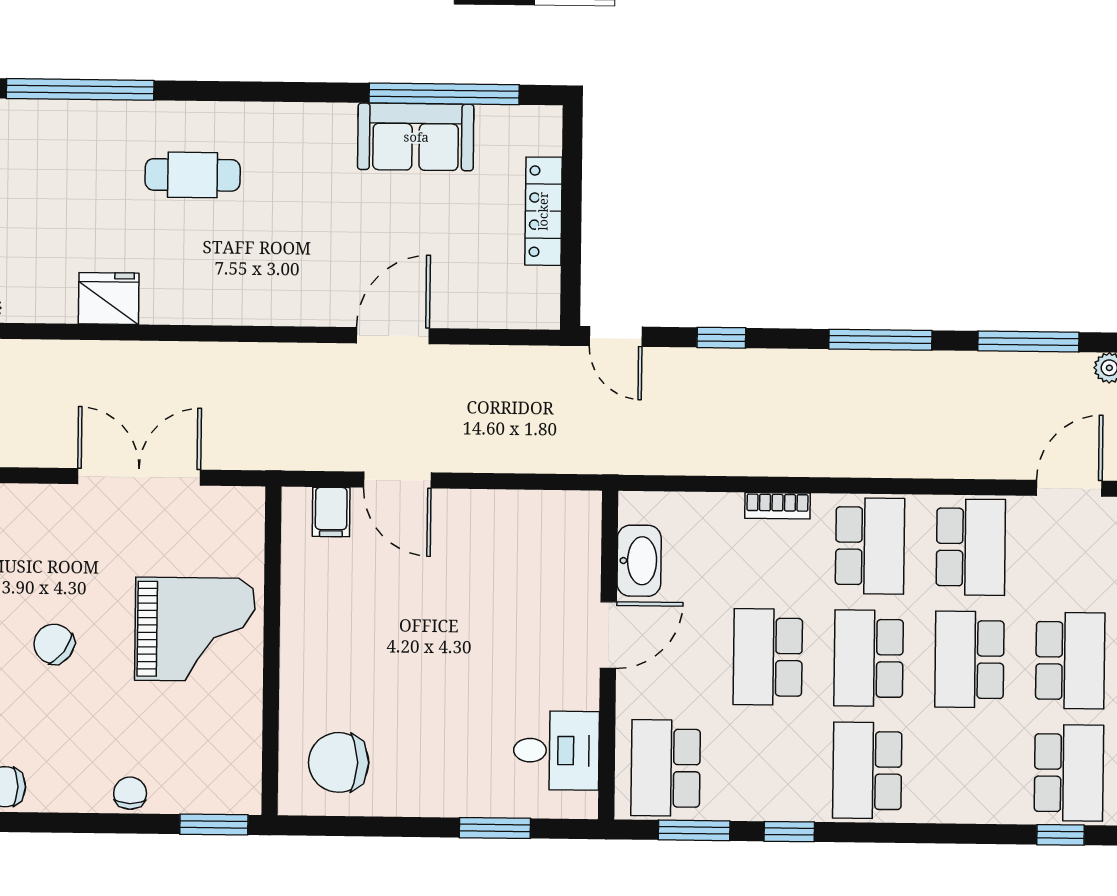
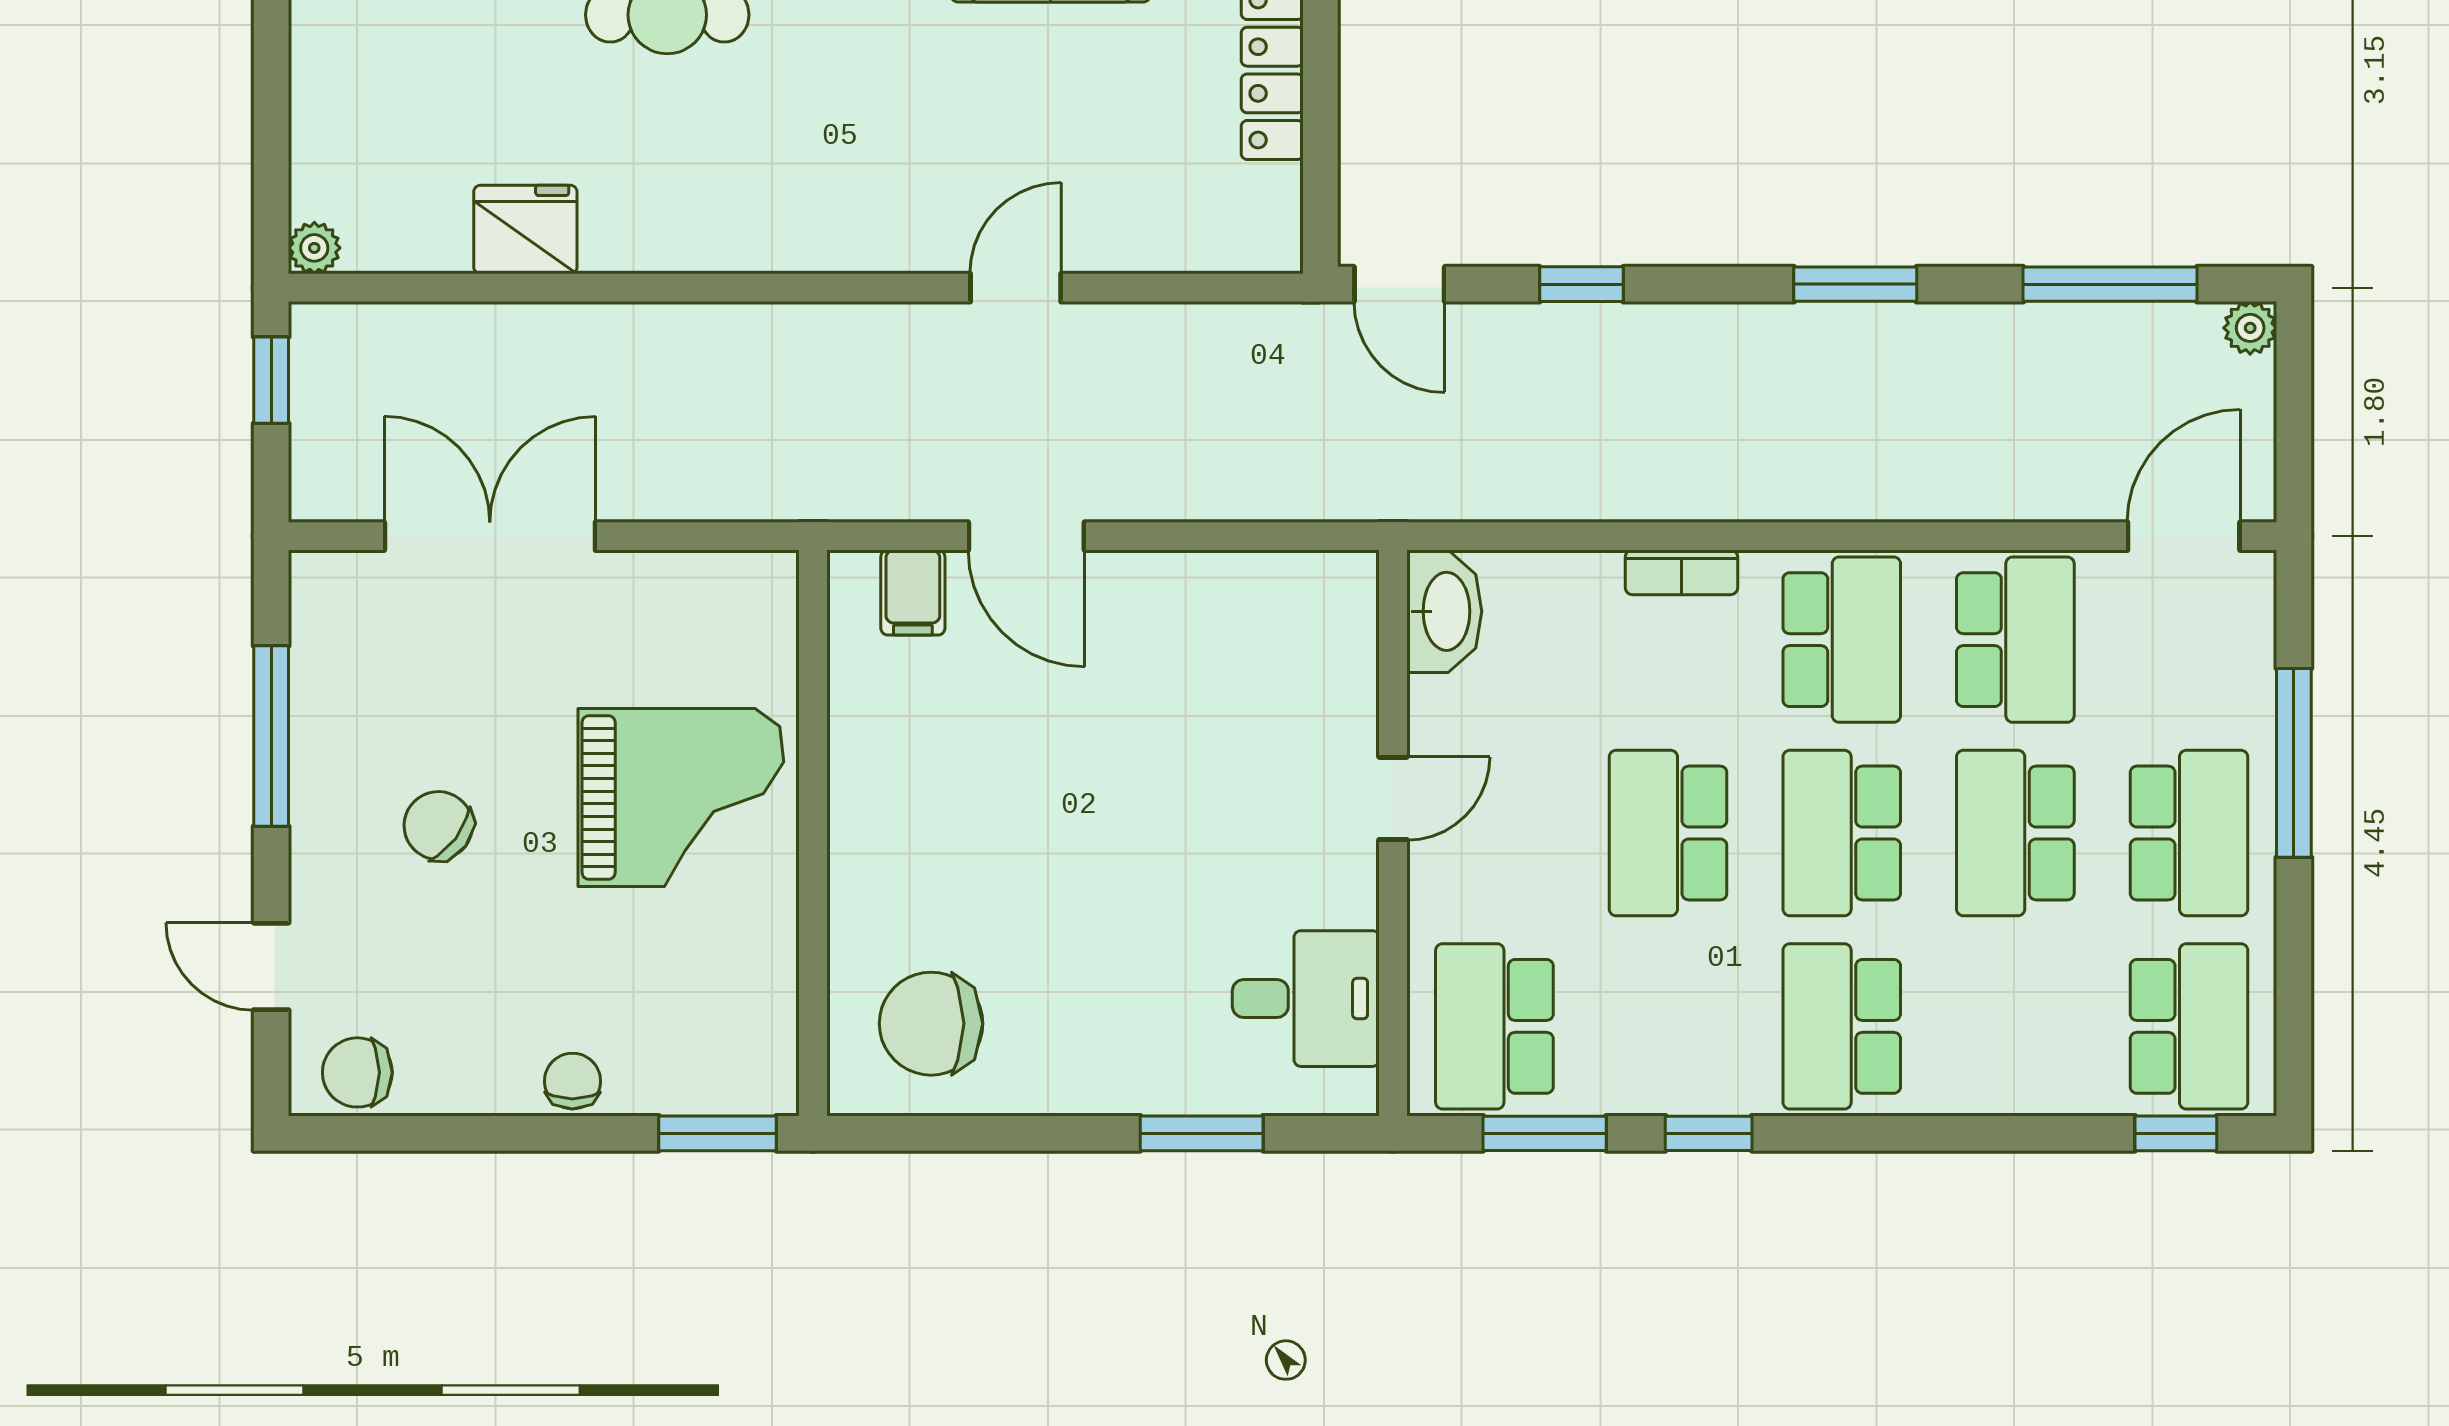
door: (393, 336) -> (1016, 288), width x0.73
window: (880, 340) -> (1855, 284), width x0.69
double door: (139, 477) -> (490, 536), moved
washbasin: (639, 561) -> (1444, 611), moved
door: (608, 635) -> (1393, 798), width x0.73

